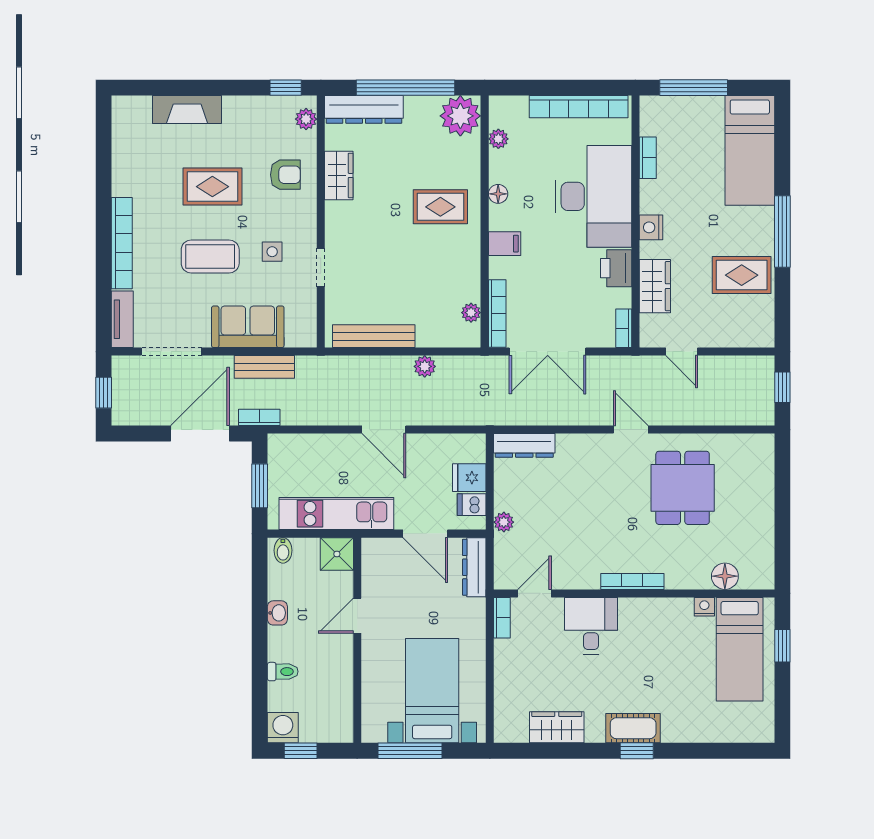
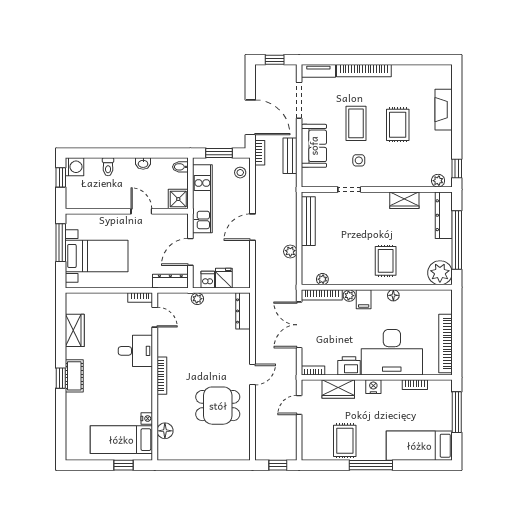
plant: (498, 139) -> (349, 296), moved
armchair: (285, 175) -> (405, 168), removed
stool: (292, 450) -> (240, 173), added

